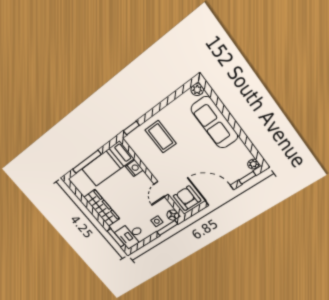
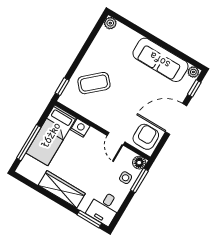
sofa: (214, 123) -> (160, 60), moved
coffee table: (161, 137) -> (94, 83), turned -42
armchair: (187, 198) -> (146, 137), turned 90

